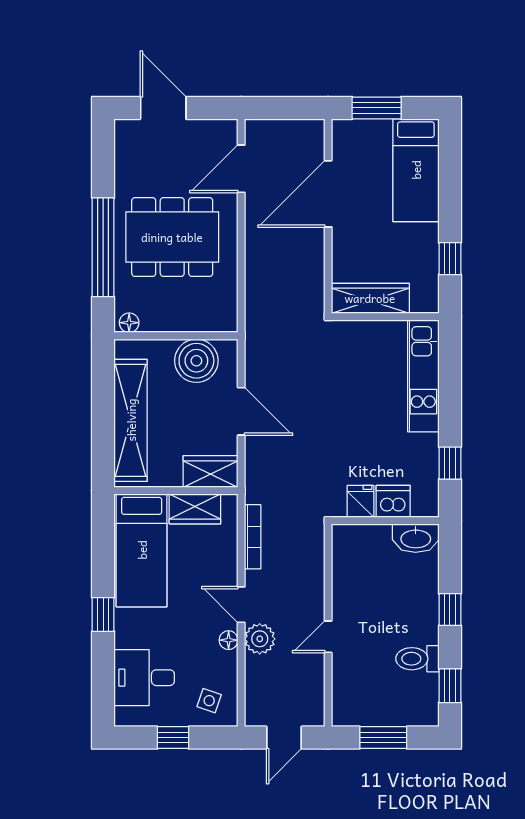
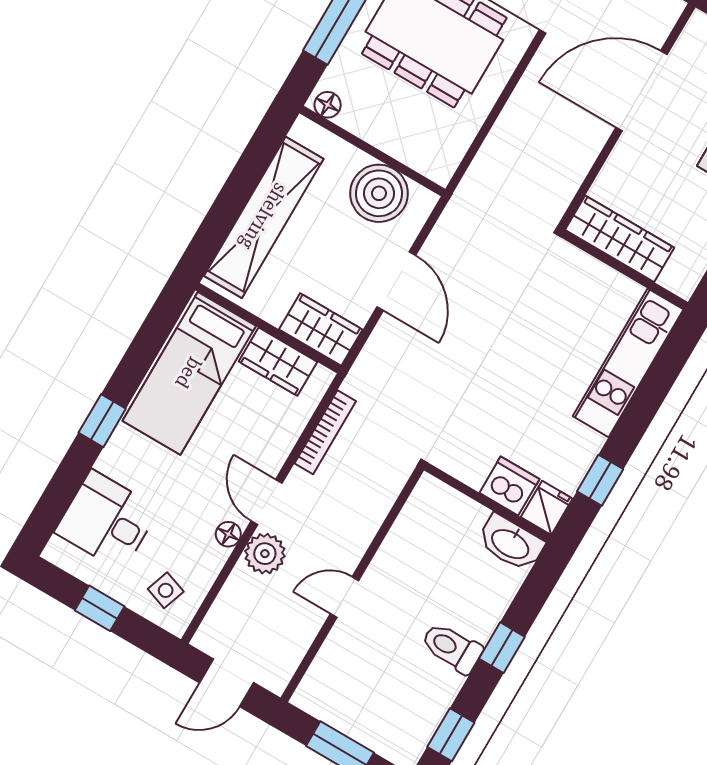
fridge: (361, 501) -> (547, 508), moved
toilet: (417, 659) -> (452, 648), moved

